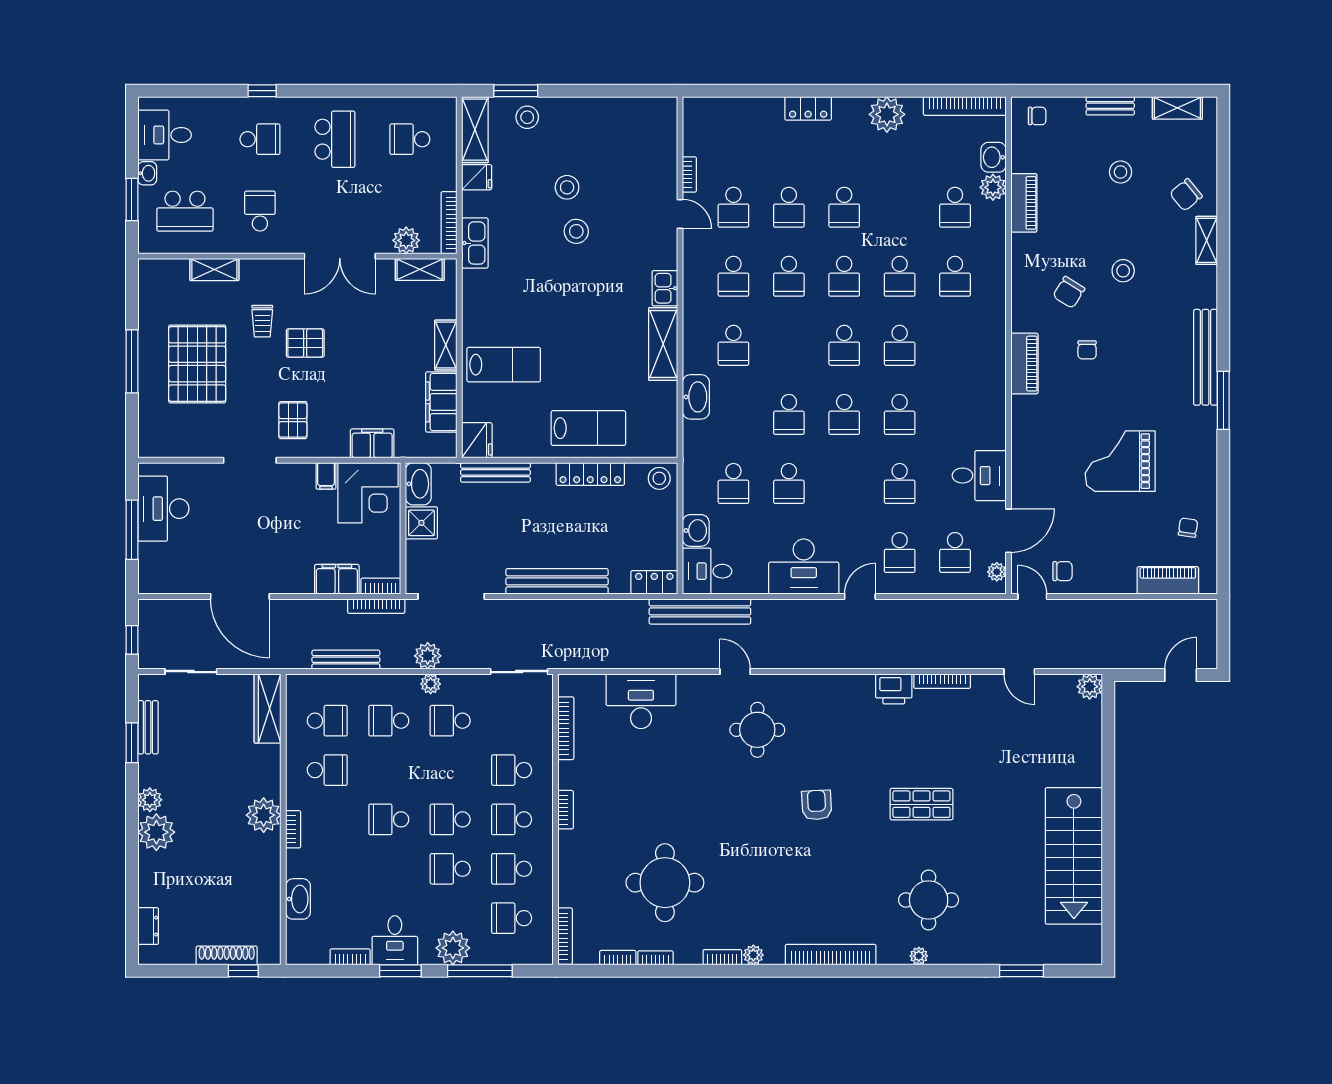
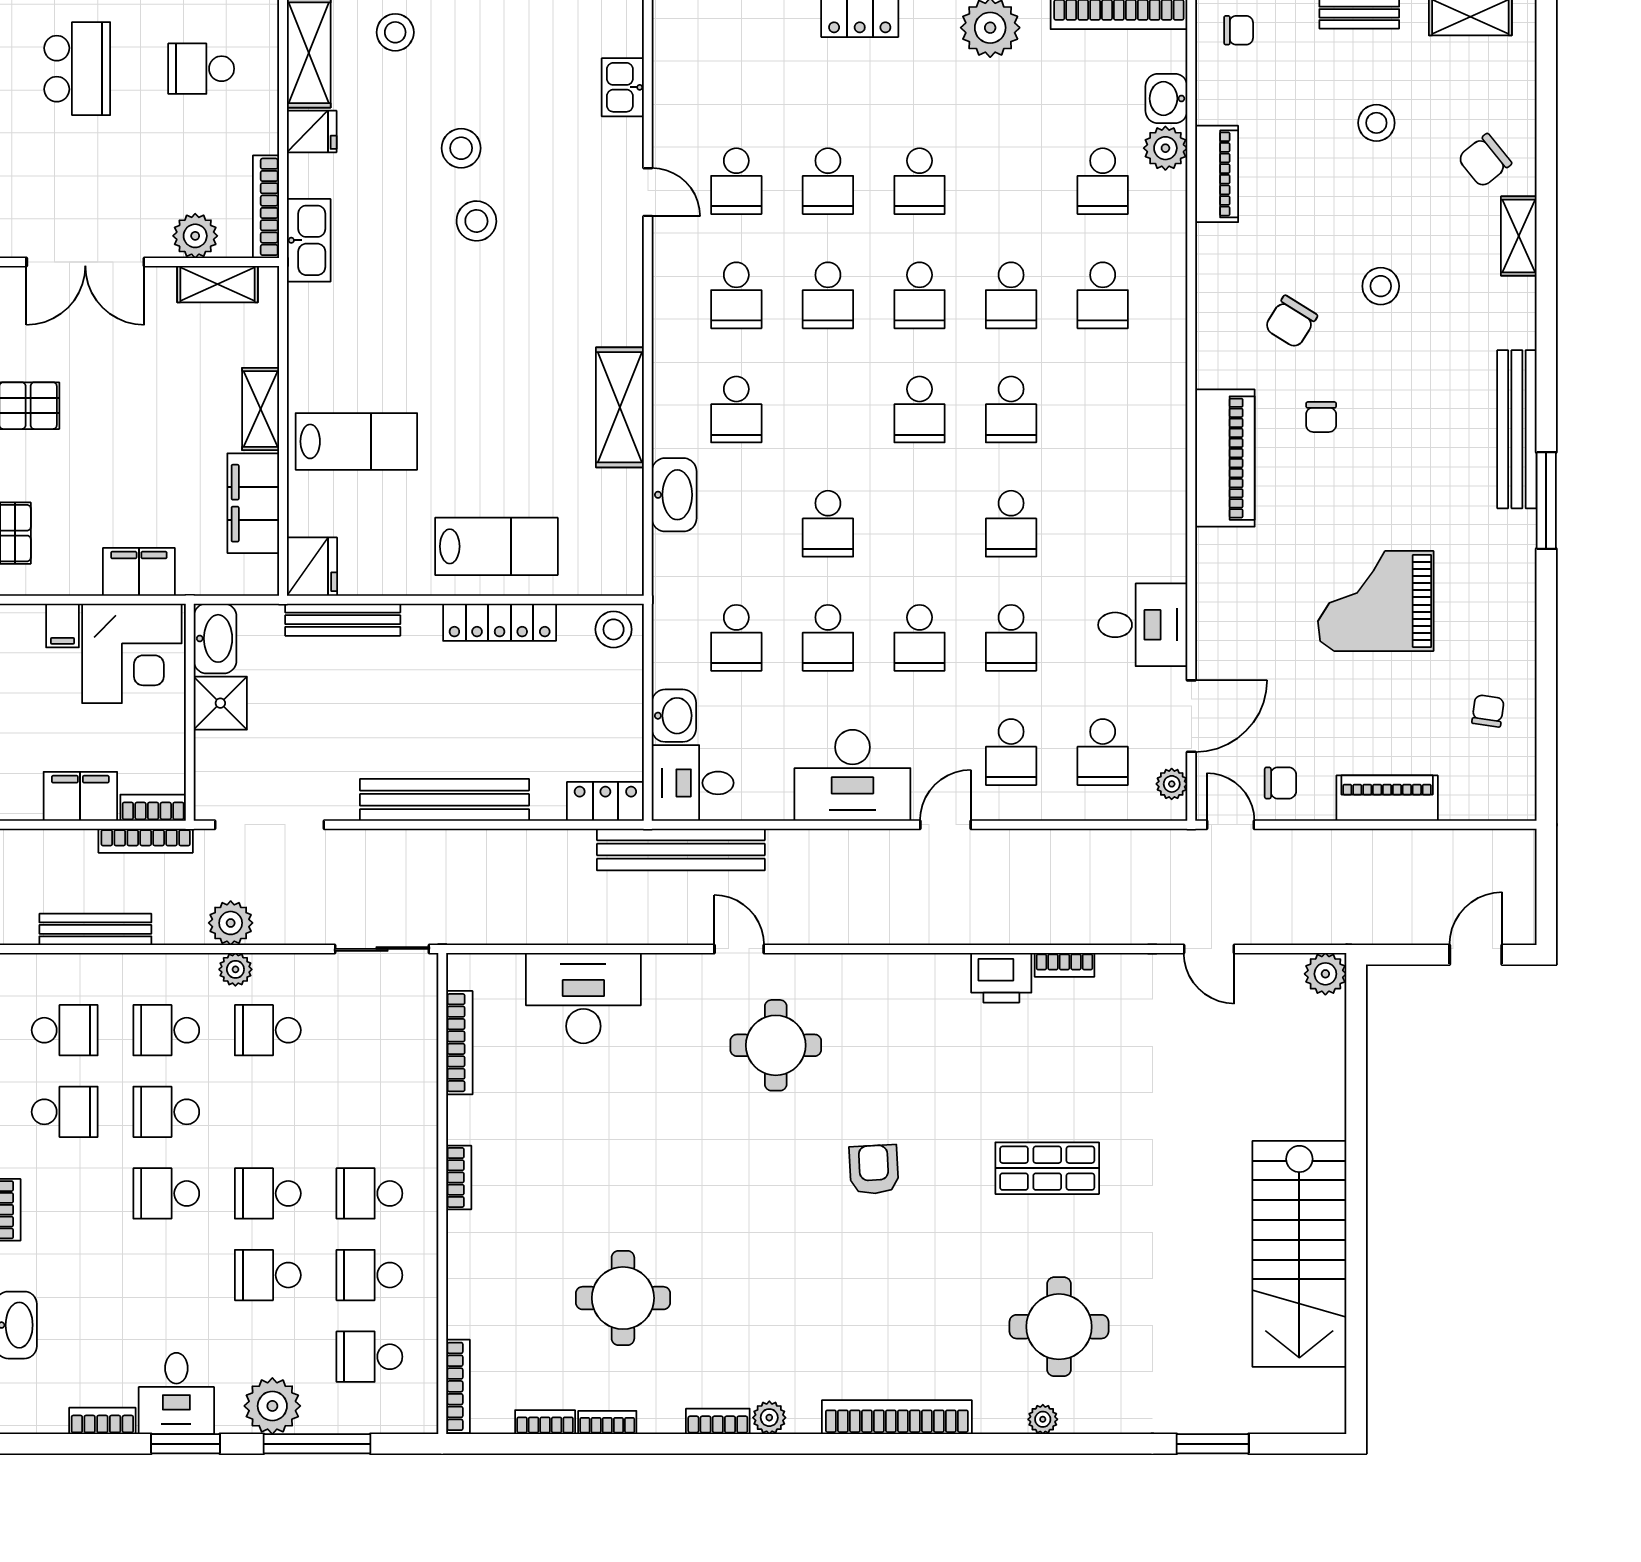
bookcase: (689, 174) -> (663, 127), removed
kitchen sink: (665, 288) -> (623, 87), moved
piano: (1024, 364) -> (1225, 458), width x1.37, depth x1.33
school desk: (844, 414) -> (919, 638), moved
piano: (1168, 580) -> (1387, 798), moved
bookcase: (942, 681) -> (1064, 965), width x0.64
school desk: (512, 770) -> (166, 1112), moved
round table: (665, 883) -> (623, 1298), width x0.73, depth x0.73

